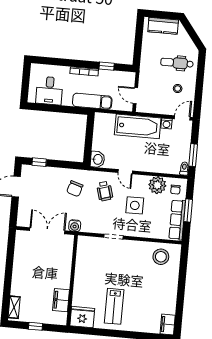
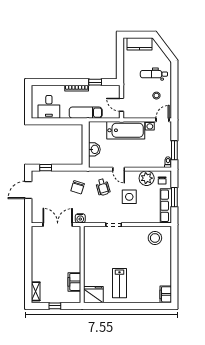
washbasin: (97, 159) -> (94, 149), moved

